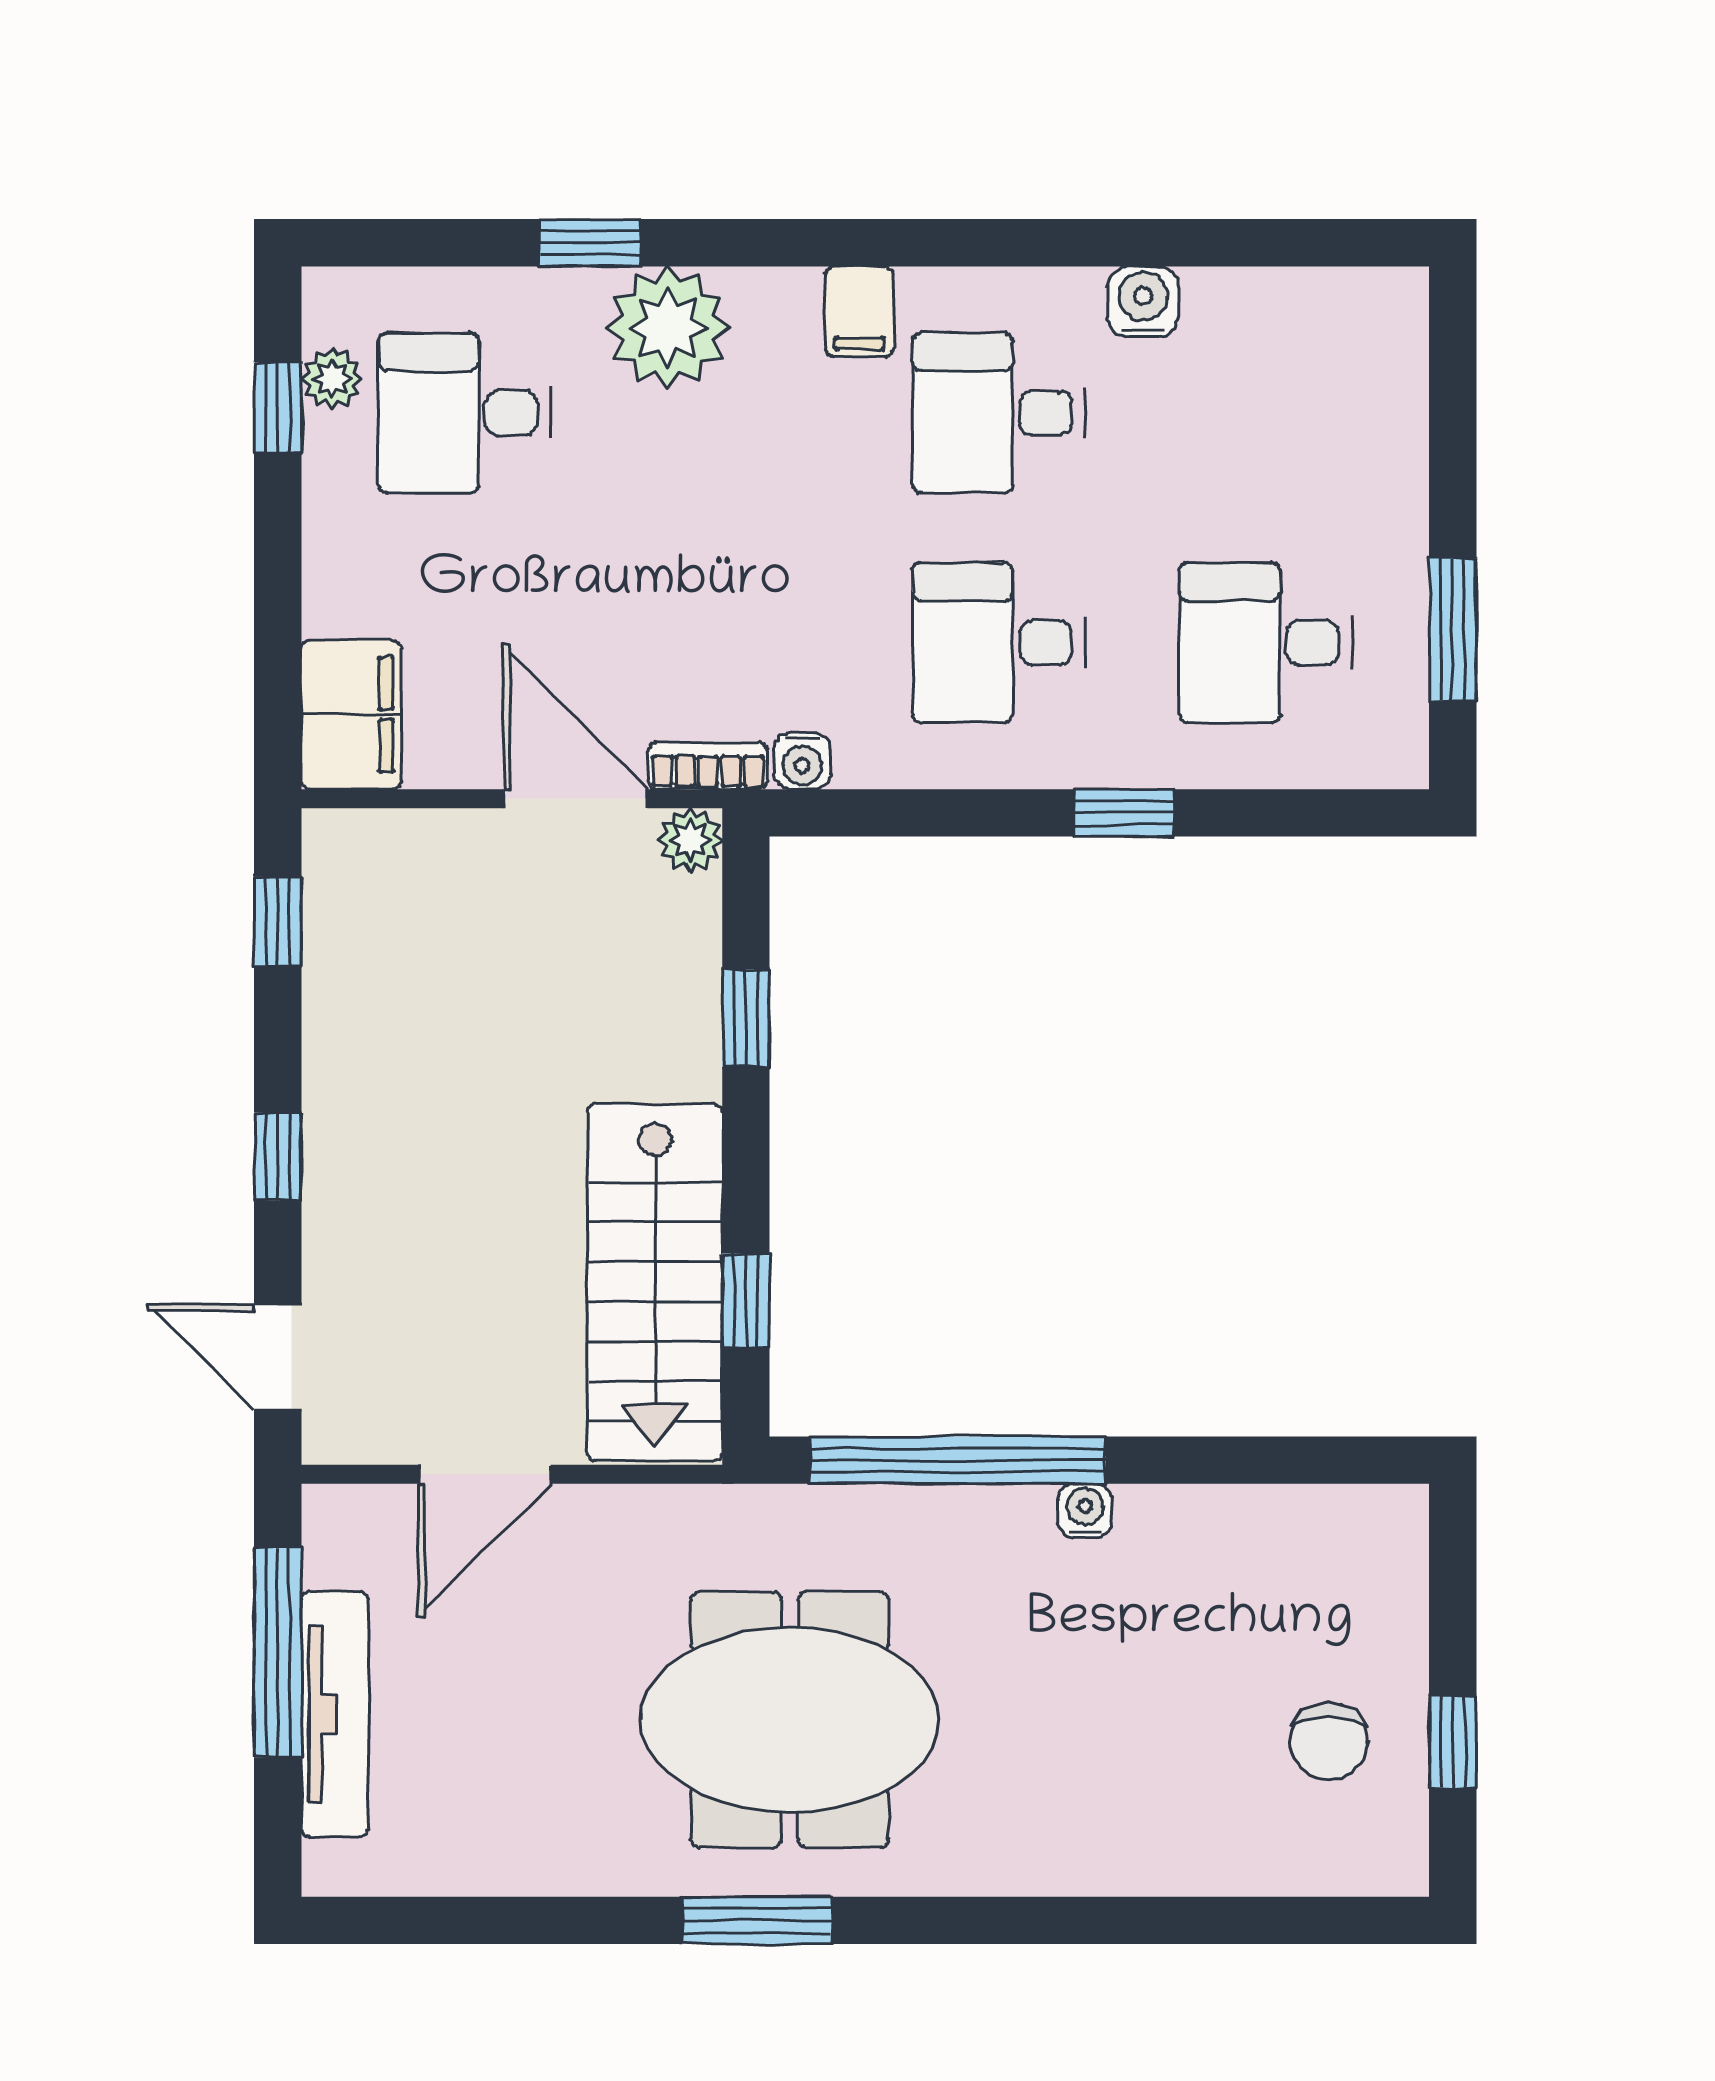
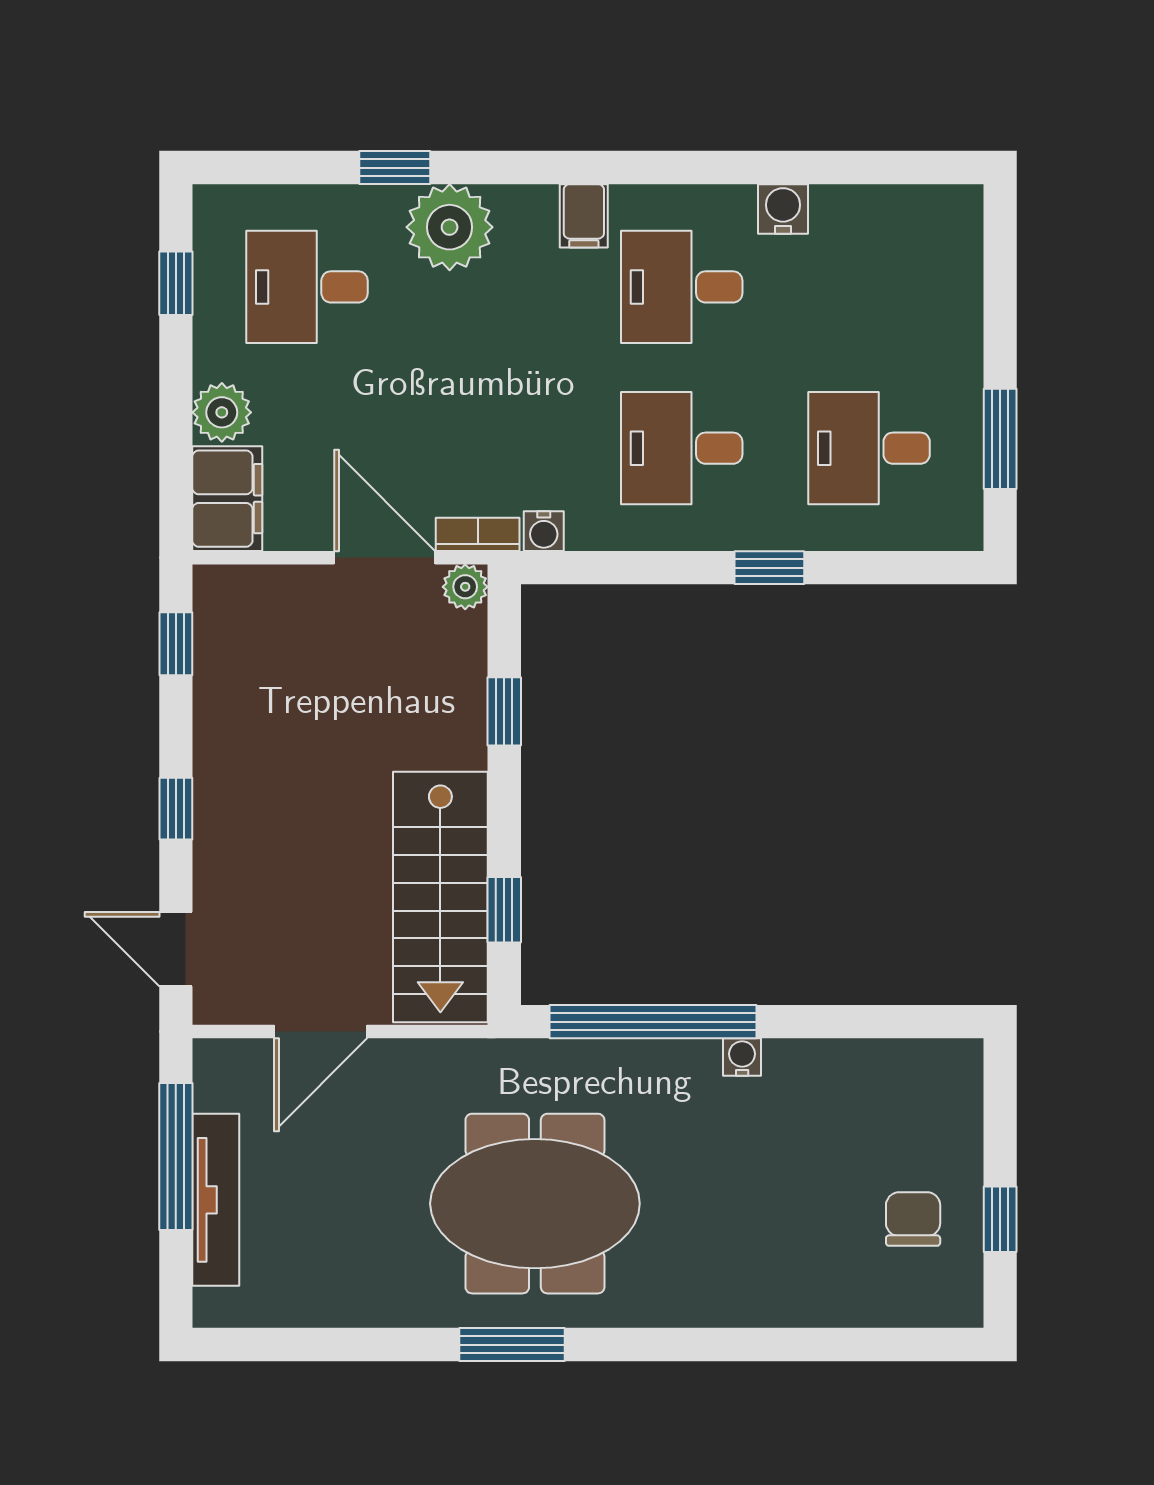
plant: (332, 379) -> (222, 412), moved, width x1.38, depth x1.38
chair: (1329, 1742) -> (913, 1219), turned 180

